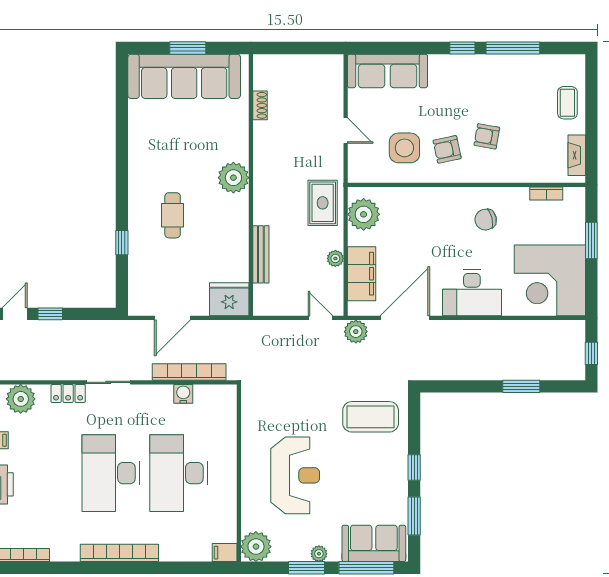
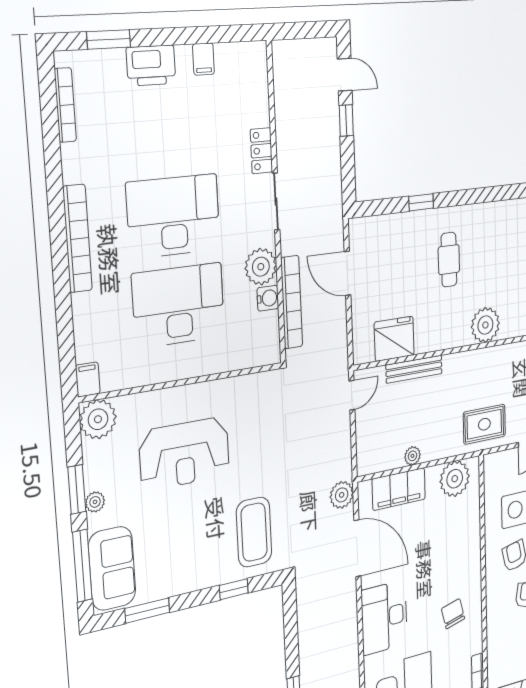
rug: (323, 203) -> (484, 424), moved
cafe table: (173, 215) -> (449, 260), turned 90
fridge: (229, 299) -> (394, 339), moved, turned -90
door: (320, 318) -> (352, 395), moved
plant: (21, 399) -> (261, 267), moved
window: (414, 468) -> (234, 589), moved

